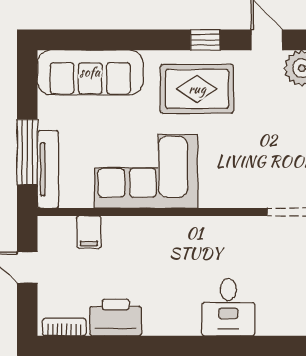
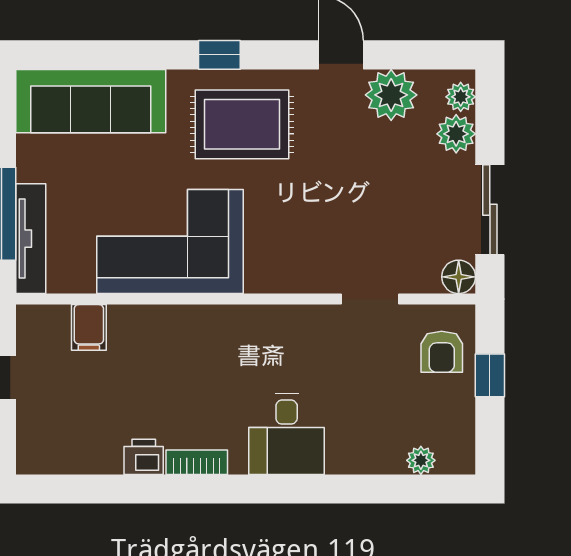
window: (205, 40) -> (219, 55), moved
printer: (116, 317) -> (144, 457), width x0.53, depth x0.68
bookcase: (64, 327) -> (197, 462), moved

